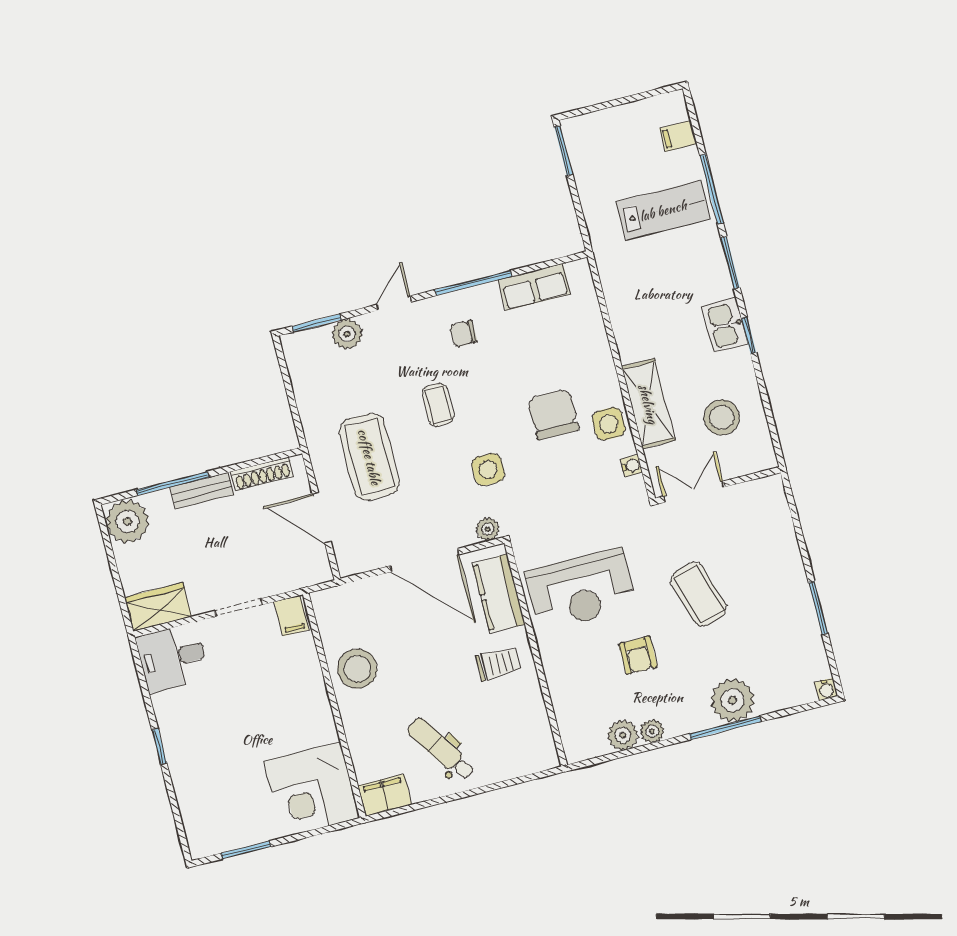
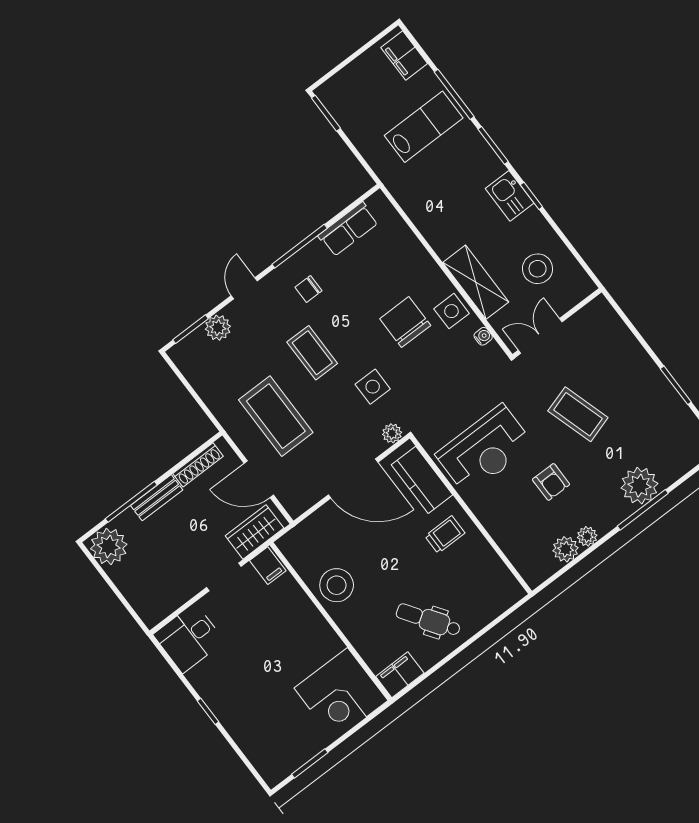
filing cabinet: (678, 136) -> (404, 56), width x2.00
coffee table: (438, 405) -> (312, 353), width x1.36, depth x1.30
wardrobe: (158, 607) -> (254, 532), moved

